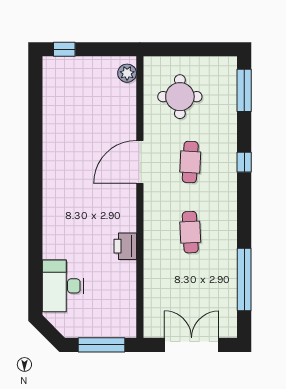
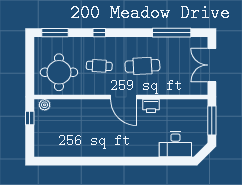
window: (64, 49) -> (30, 118), moved
round table: (180, 97) -> (59, 72), width x1.36, depth x1.36
door: (140, 162) -> (124, 97), moved
cafe table: (190, 232) -> (142, 66), width x1.37, depth x1.35

